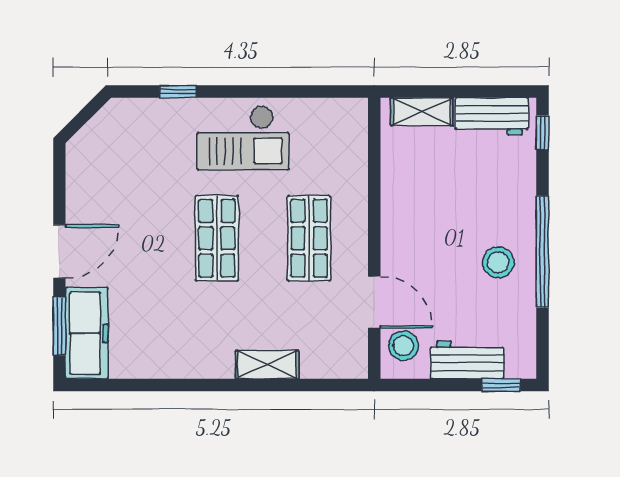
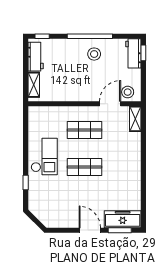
workbench: (467, 360) -> (133, 53), moved
shelving: (267, 365) -> (135, 119), moved

